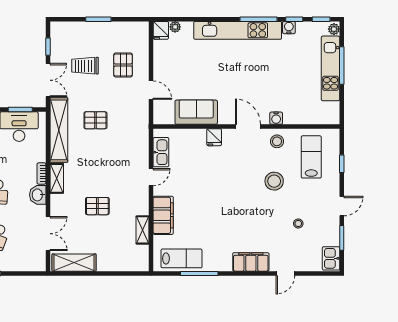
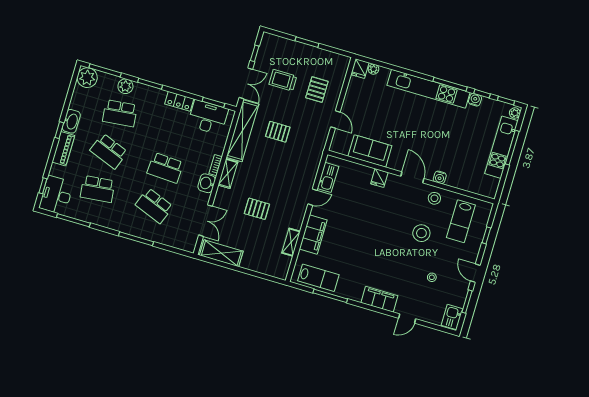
lab bench: (311, 157) -> (461, 221), turned 180
door: (342, 206) -> (475, 273), swing flipped

